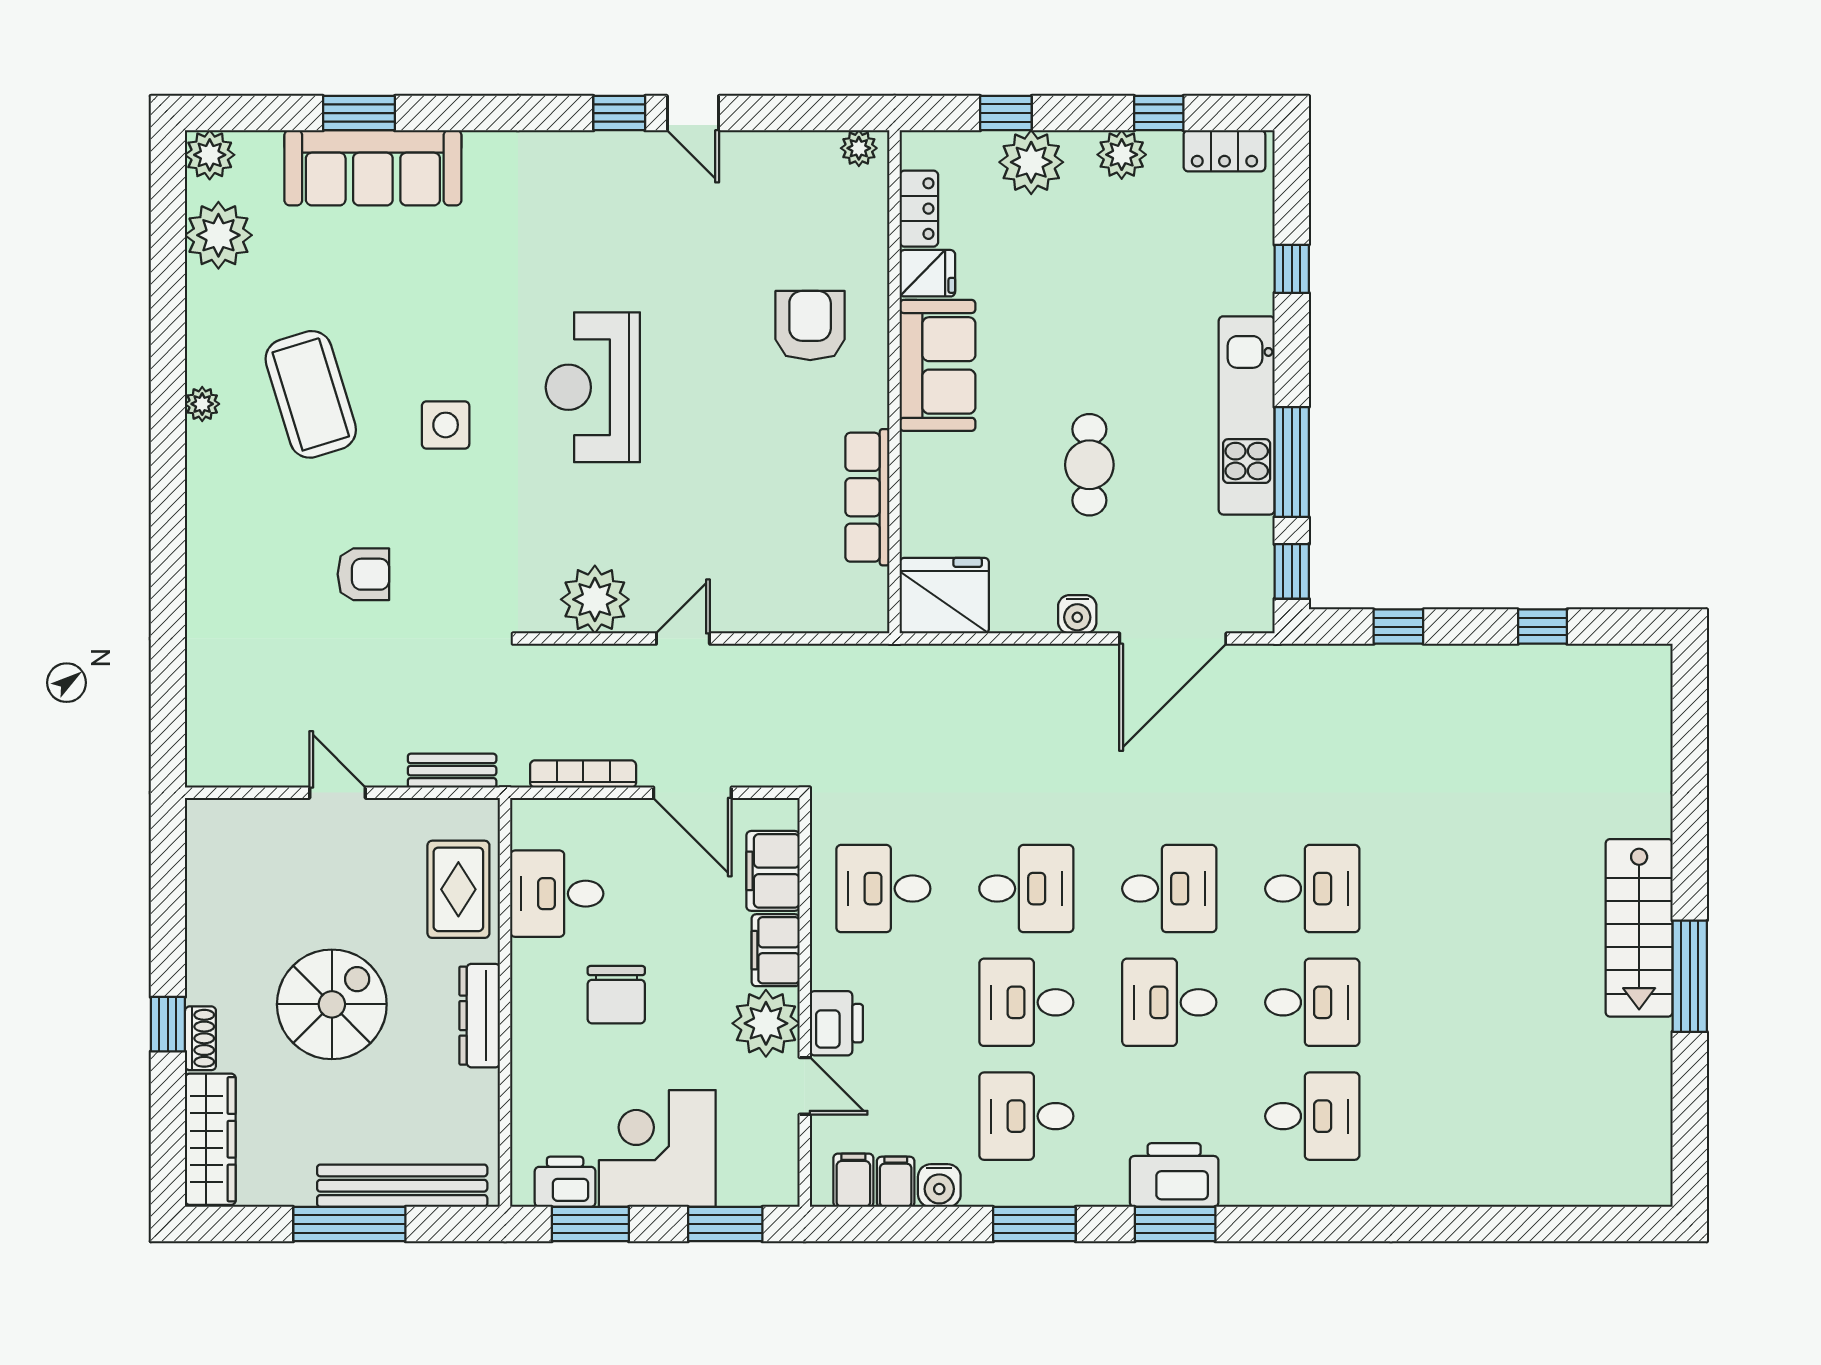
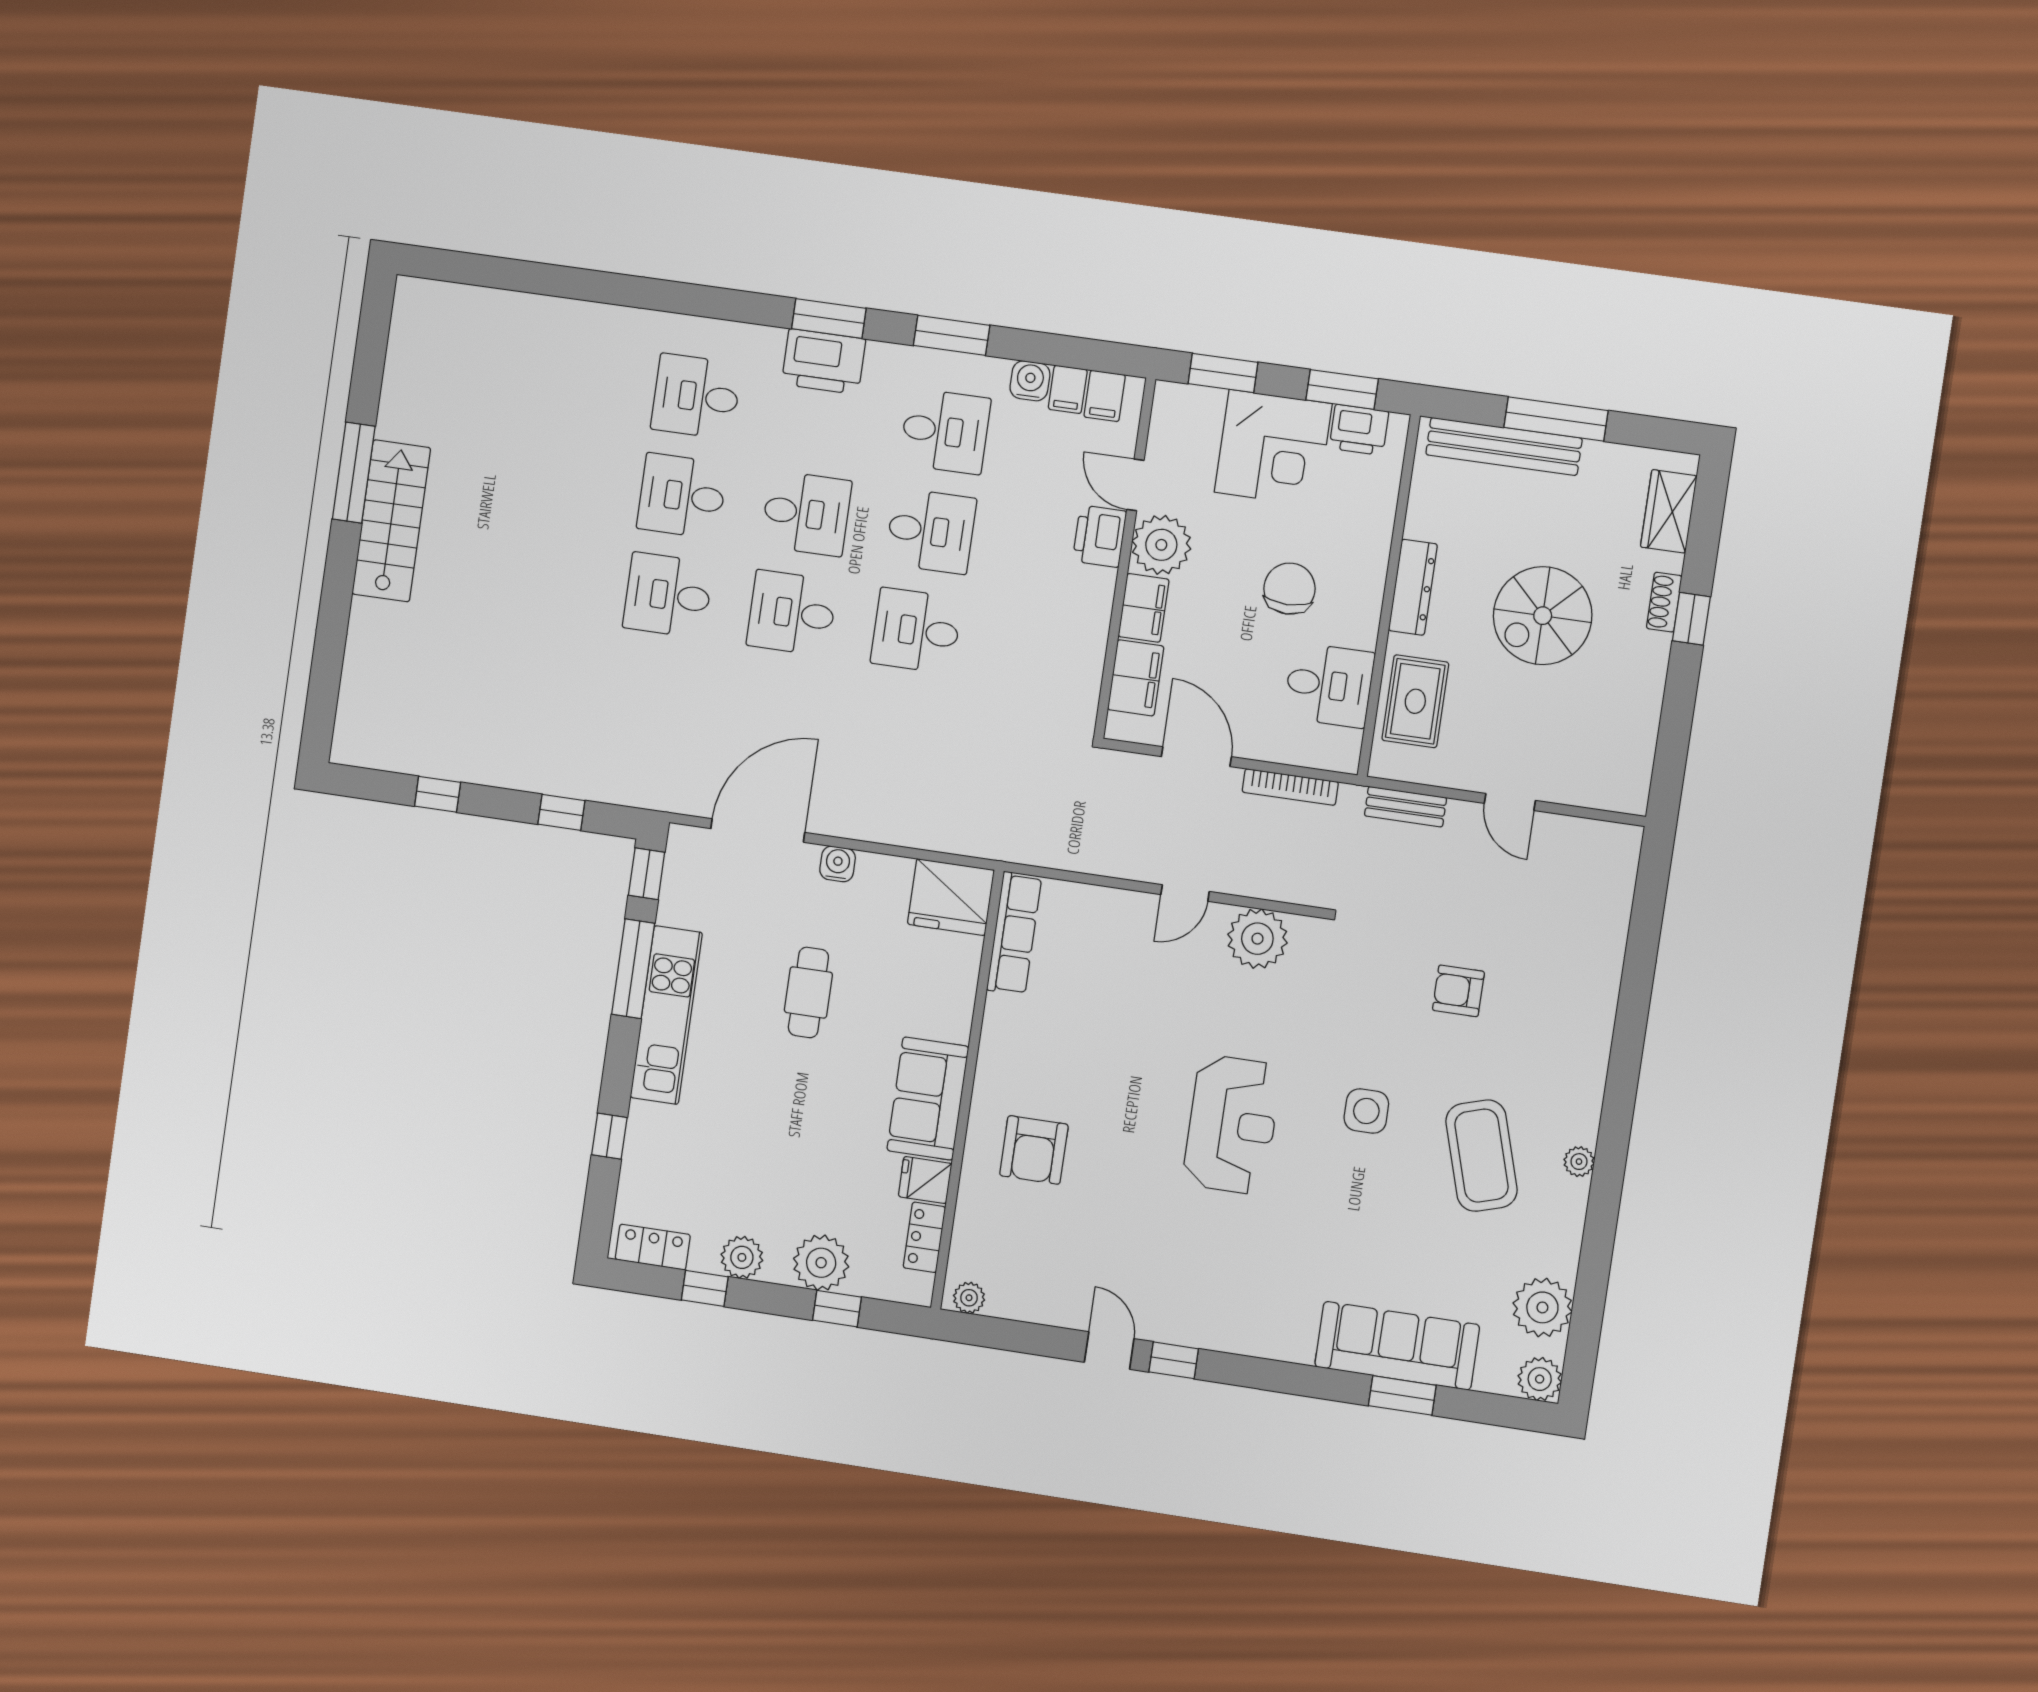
row of seats: (867, 497) -> (1014, 933), moved
desk: (883, 889) -> (1041, 649), removed
wardrobe: (210, 1139) -> (1669, 511), width x0.67

